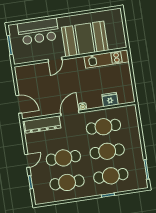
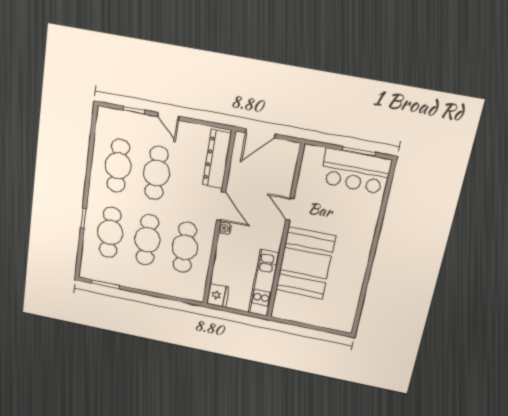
bar counter: (38, 31) -> (356, 171), moved, turned -90
booth: (85, 39) -> (305, 263), moved
wall: (71, 57) -> (285, 233), moved
kitchen unit: (107, 59) -> (264, 283), moved
door: (55, 60) -> (290, 209), moved
fridge: (110, 100) -> (218, 295), moved

